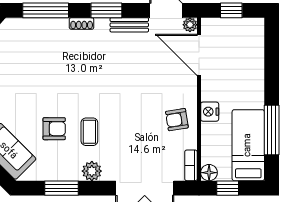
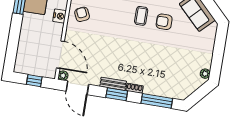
bench: (129, 25) -> (113, 84), moved
armchair: (177, 120) -> (82, 14), turned -106

